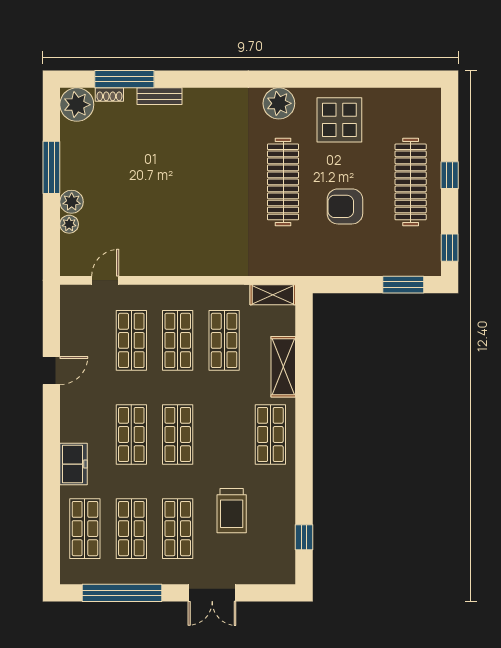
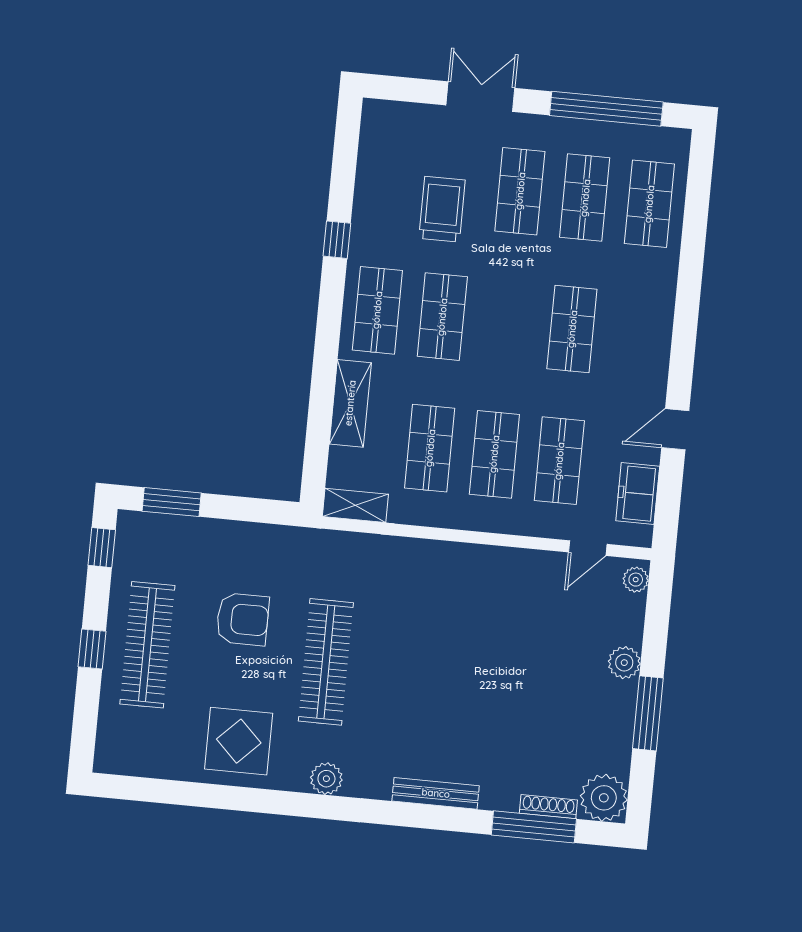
shoe rack: (109, 95) -> (548, 807), width x1.43
bench: (160, 96) -> (436, 793), moved, width x1.36
plant: (279, 103) -> (326, 779), width x0.73, depth x0.73
plant: (69, 224) -> (636, 580), moved
shop shelf: (178, 434) -> (442, 317), moved
freezer: (74, 464) -> (638, 493), moved
window: (304, 537) -> (337, 240), moved

